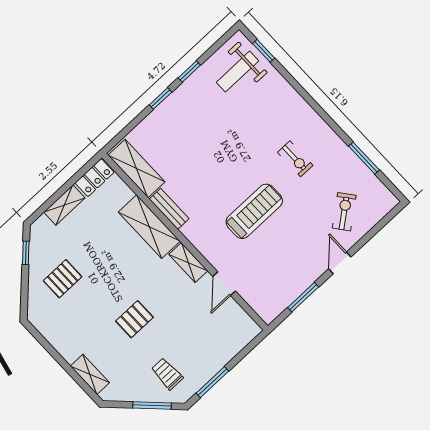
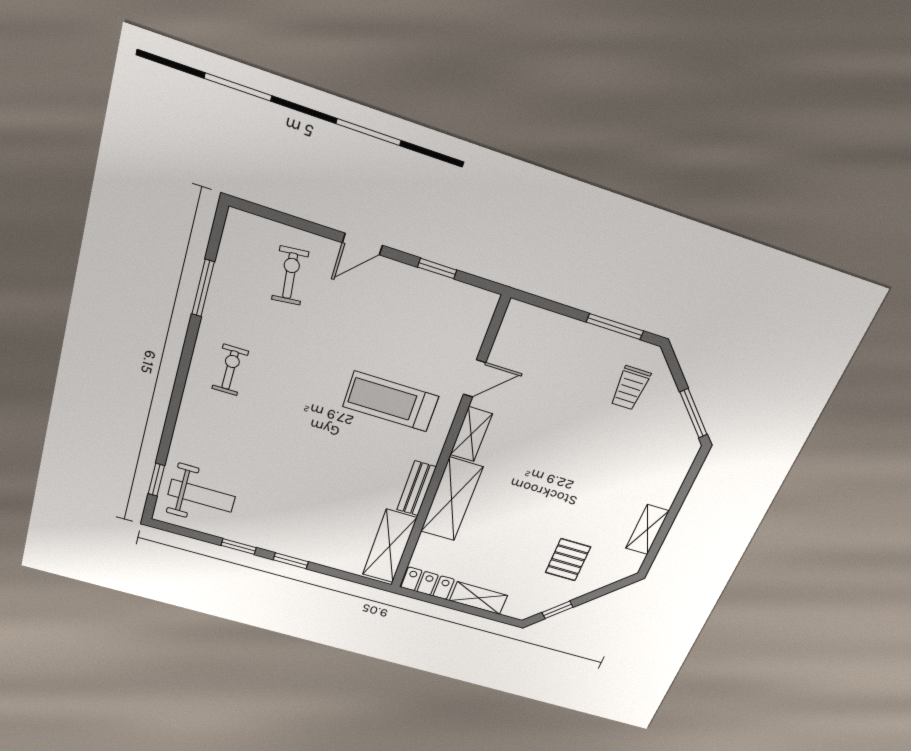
exercise bike: (295, 159) -> (230, 370), moved
treadmill: (254, 211) -> (391, 401), moved
exercise bike: (344, 212) -> (290, 276), turned 122
pallet: (63, 279) -> (568, 560), turned 90
window: (303, 297) -> (437, 269), width x0.67
pallet: (134, 319) -> (577, 460), removed
shelving: (90, 374) -> (647, 530), moved
window: (152, 405) -> (694, 413), moved

